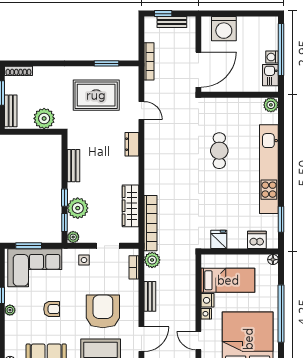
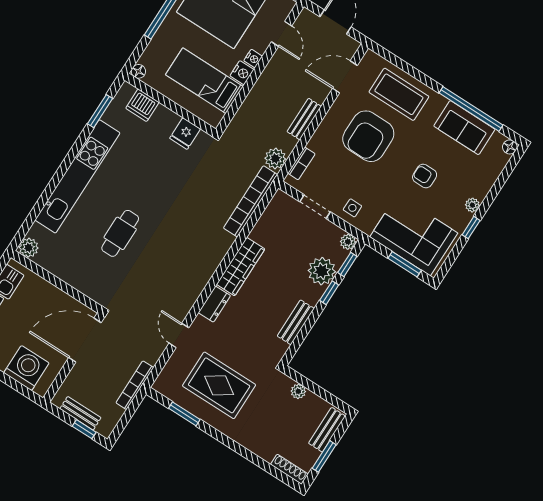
plant: (44, 118) -> (298, 391), width x0.53, depth x0.53
wardrobe: (130, 206) -> (241, 267), moved

